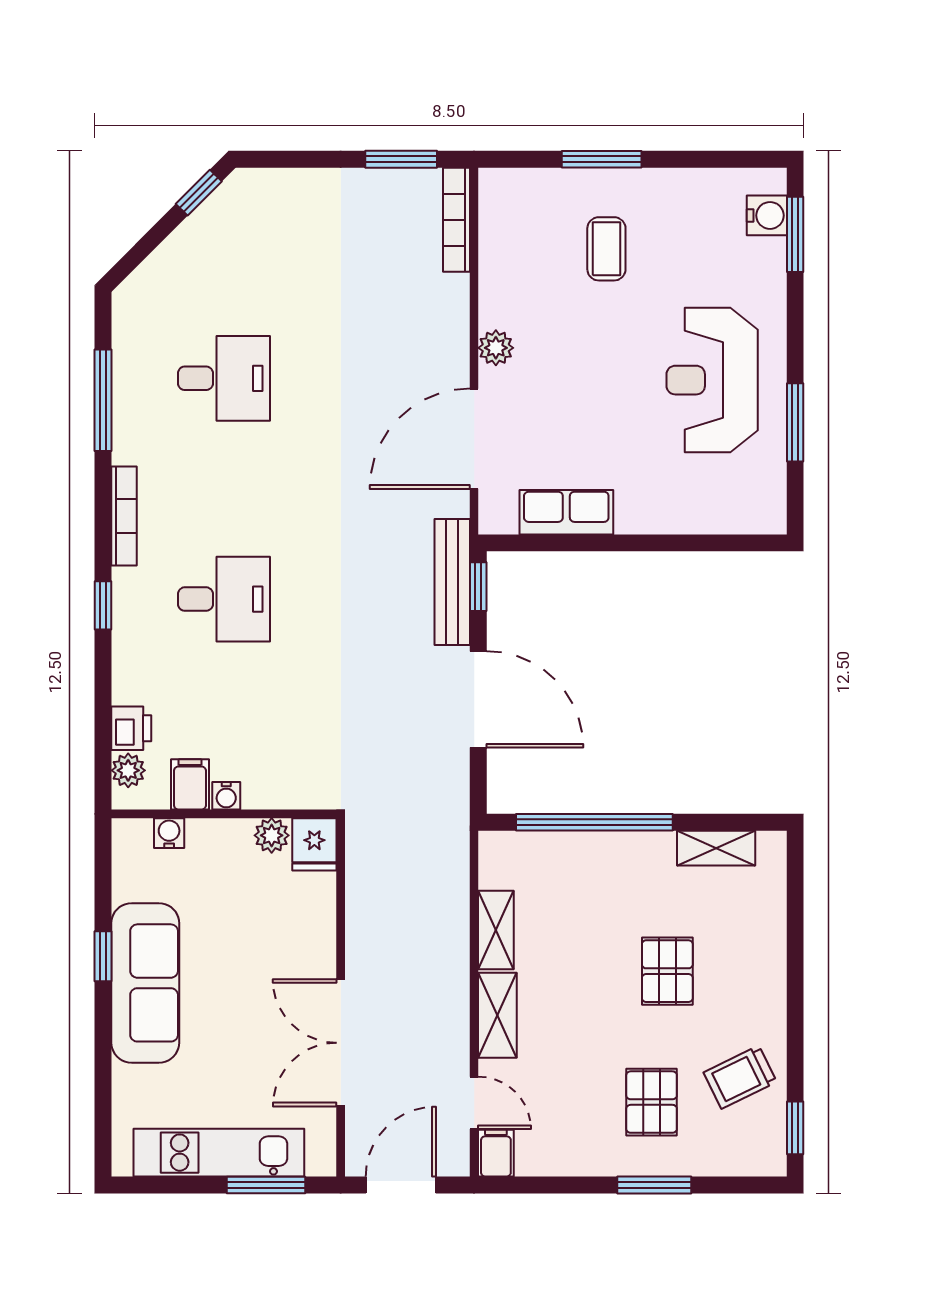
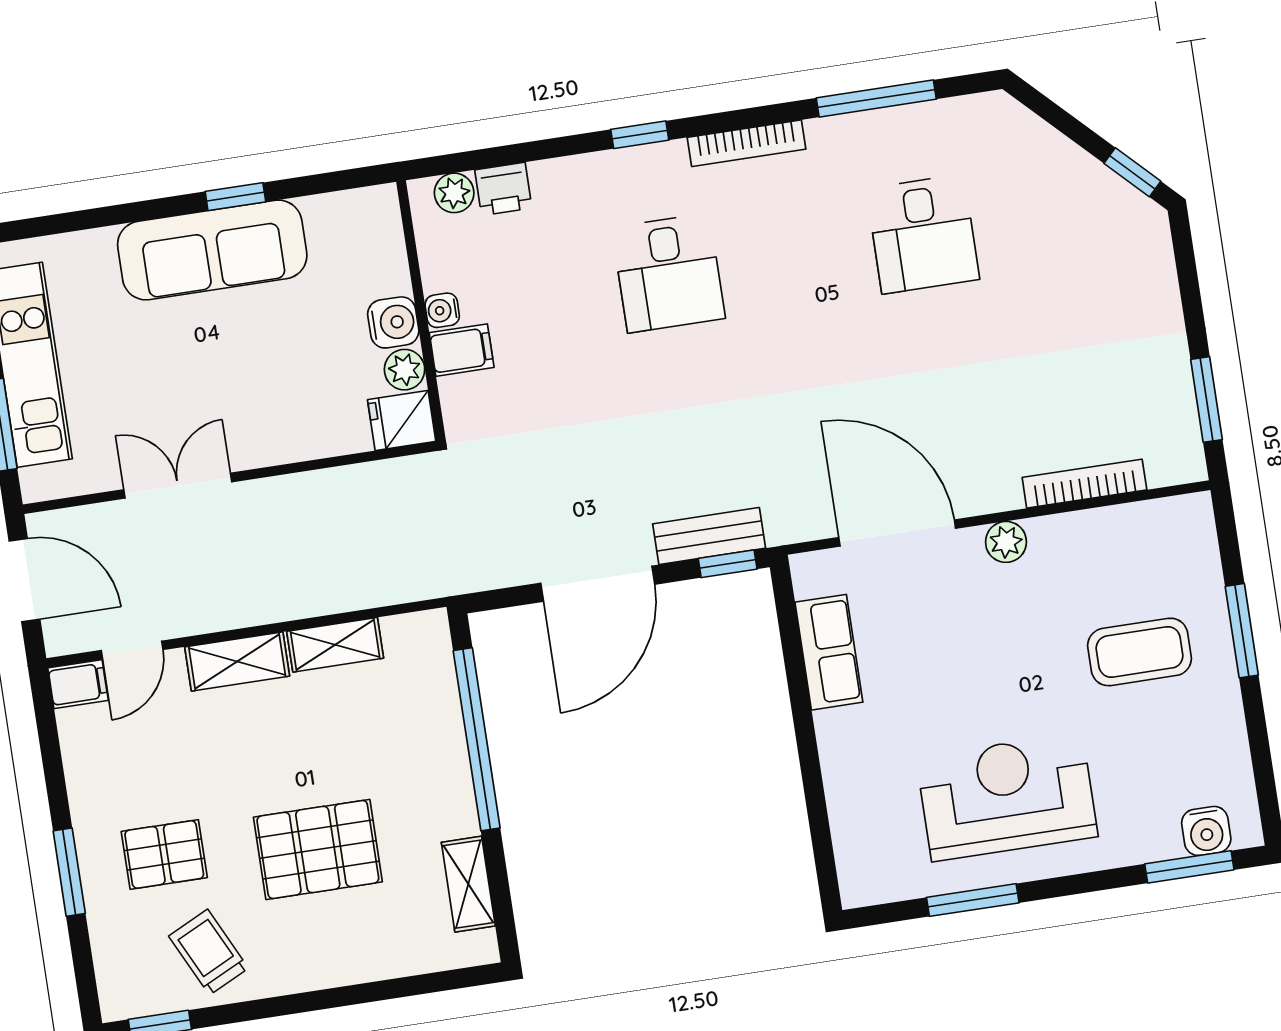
bookcase: (457, 220) -> (1084, 484), moved
coffee table: (606, 249) -> (1140, 652), width x1.36, depth x1.30
bench: (452, 582) -> (709, 536), width x0.73
filing cabinet: (190, 784) -> (462, 350), moved
water cooler: (169, 833) -> (393, 322), moved, width x1.38, depth x1.38
pallet: (667, 971) -> (318, 849), width x1.50, depth x1.42
double door: (341, 1043) -> (178, 486), width x0.73

